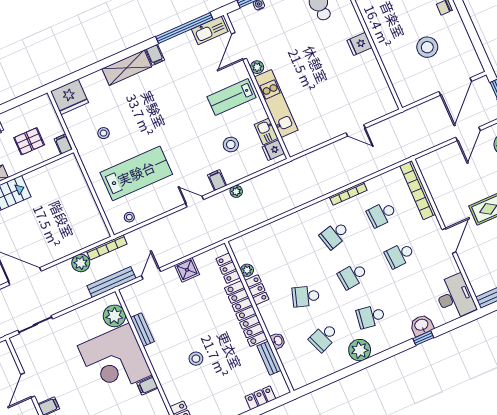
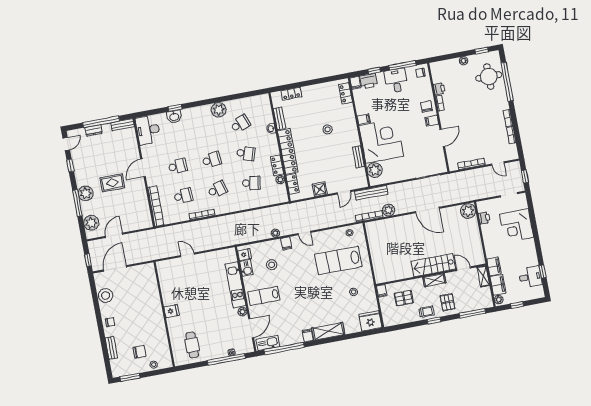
stool: (427, 47) -> (106, 296), moved
lab bench: (232, 97) -> (264, 296), turned 180
school desk: (371, 317) -> (251, 183), moved

